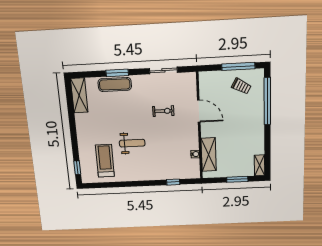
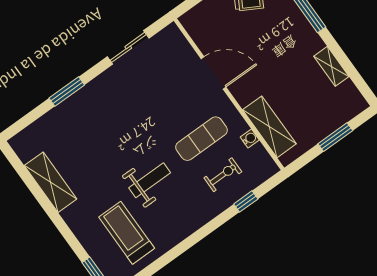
exercise mat: (115, 84) -> (202, 139), moved
shelving: (79, 95) -> (51, 182), moved
exercise bike: (163, 111) -> (223, 175), moved
shelving: (259, 165) -> (331, 66), moved

